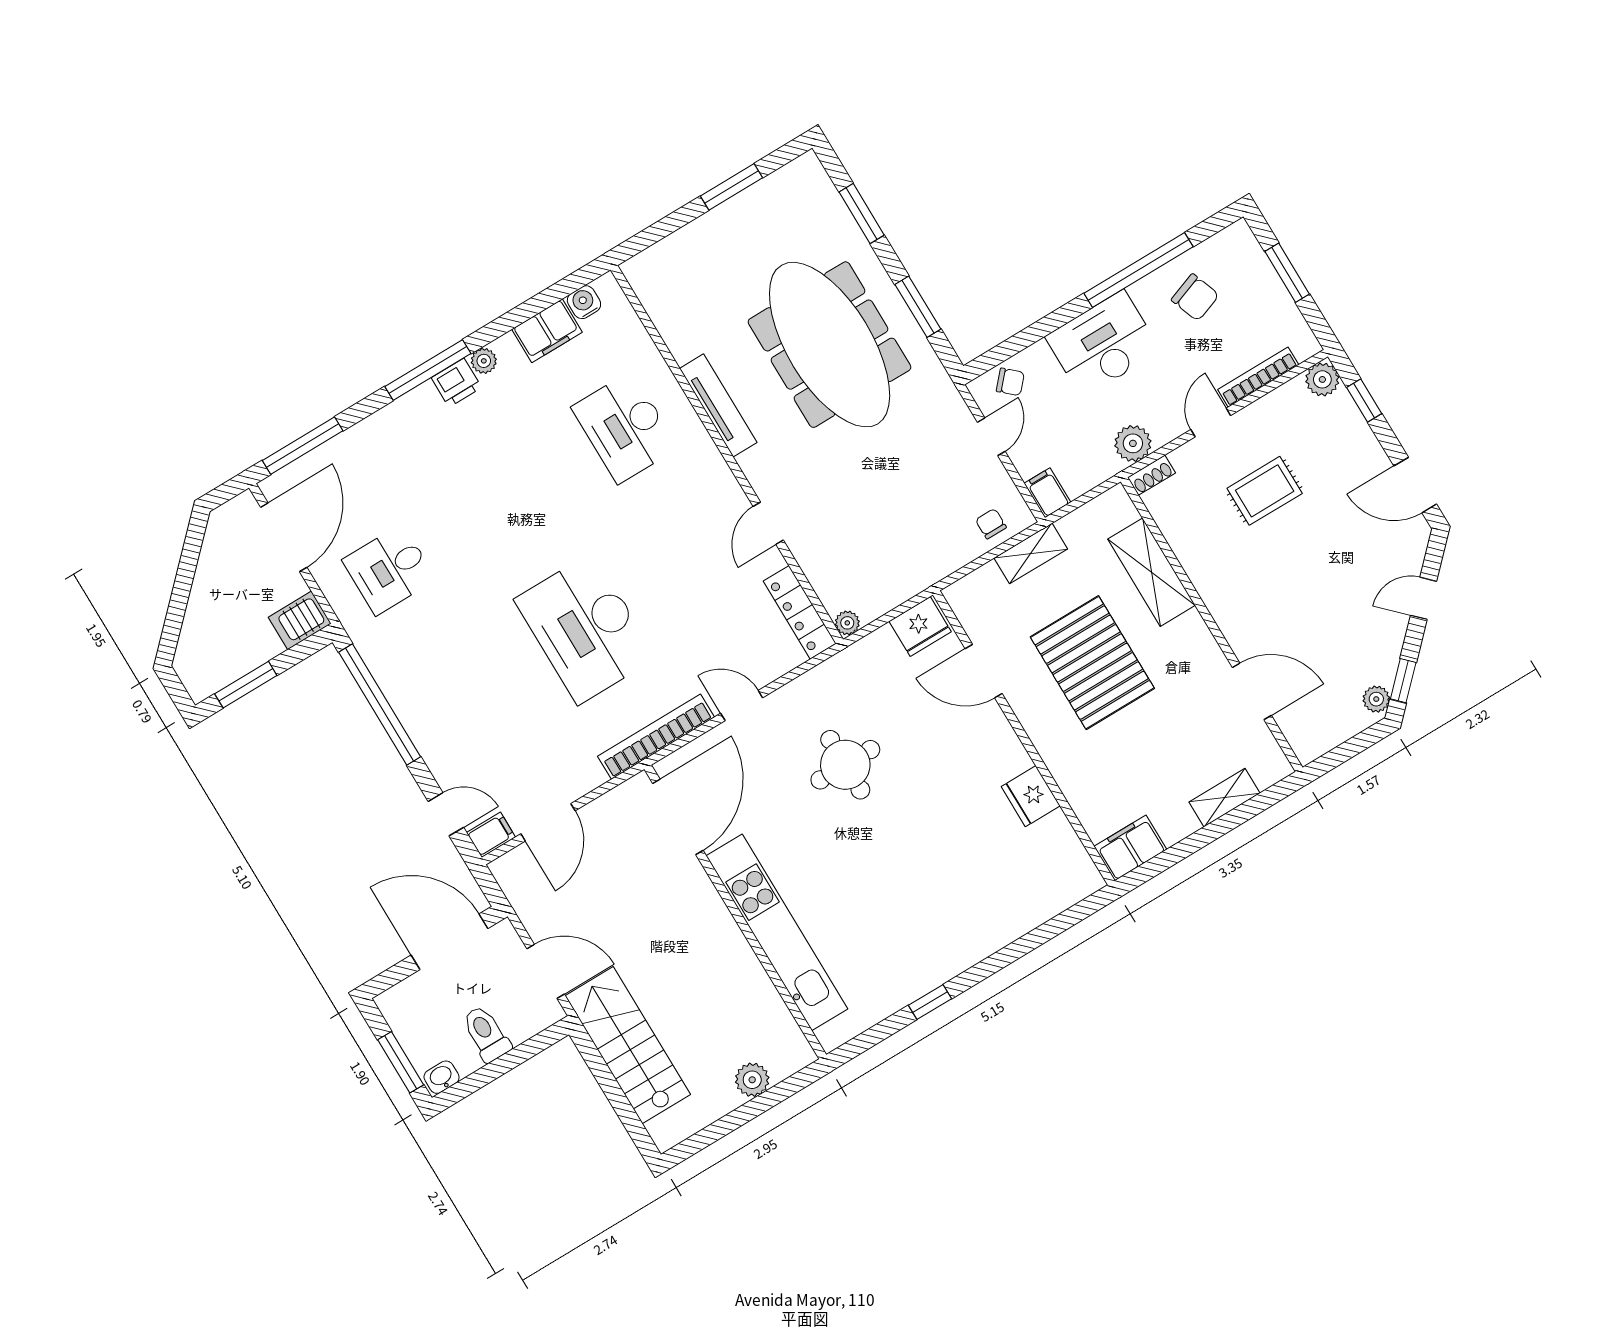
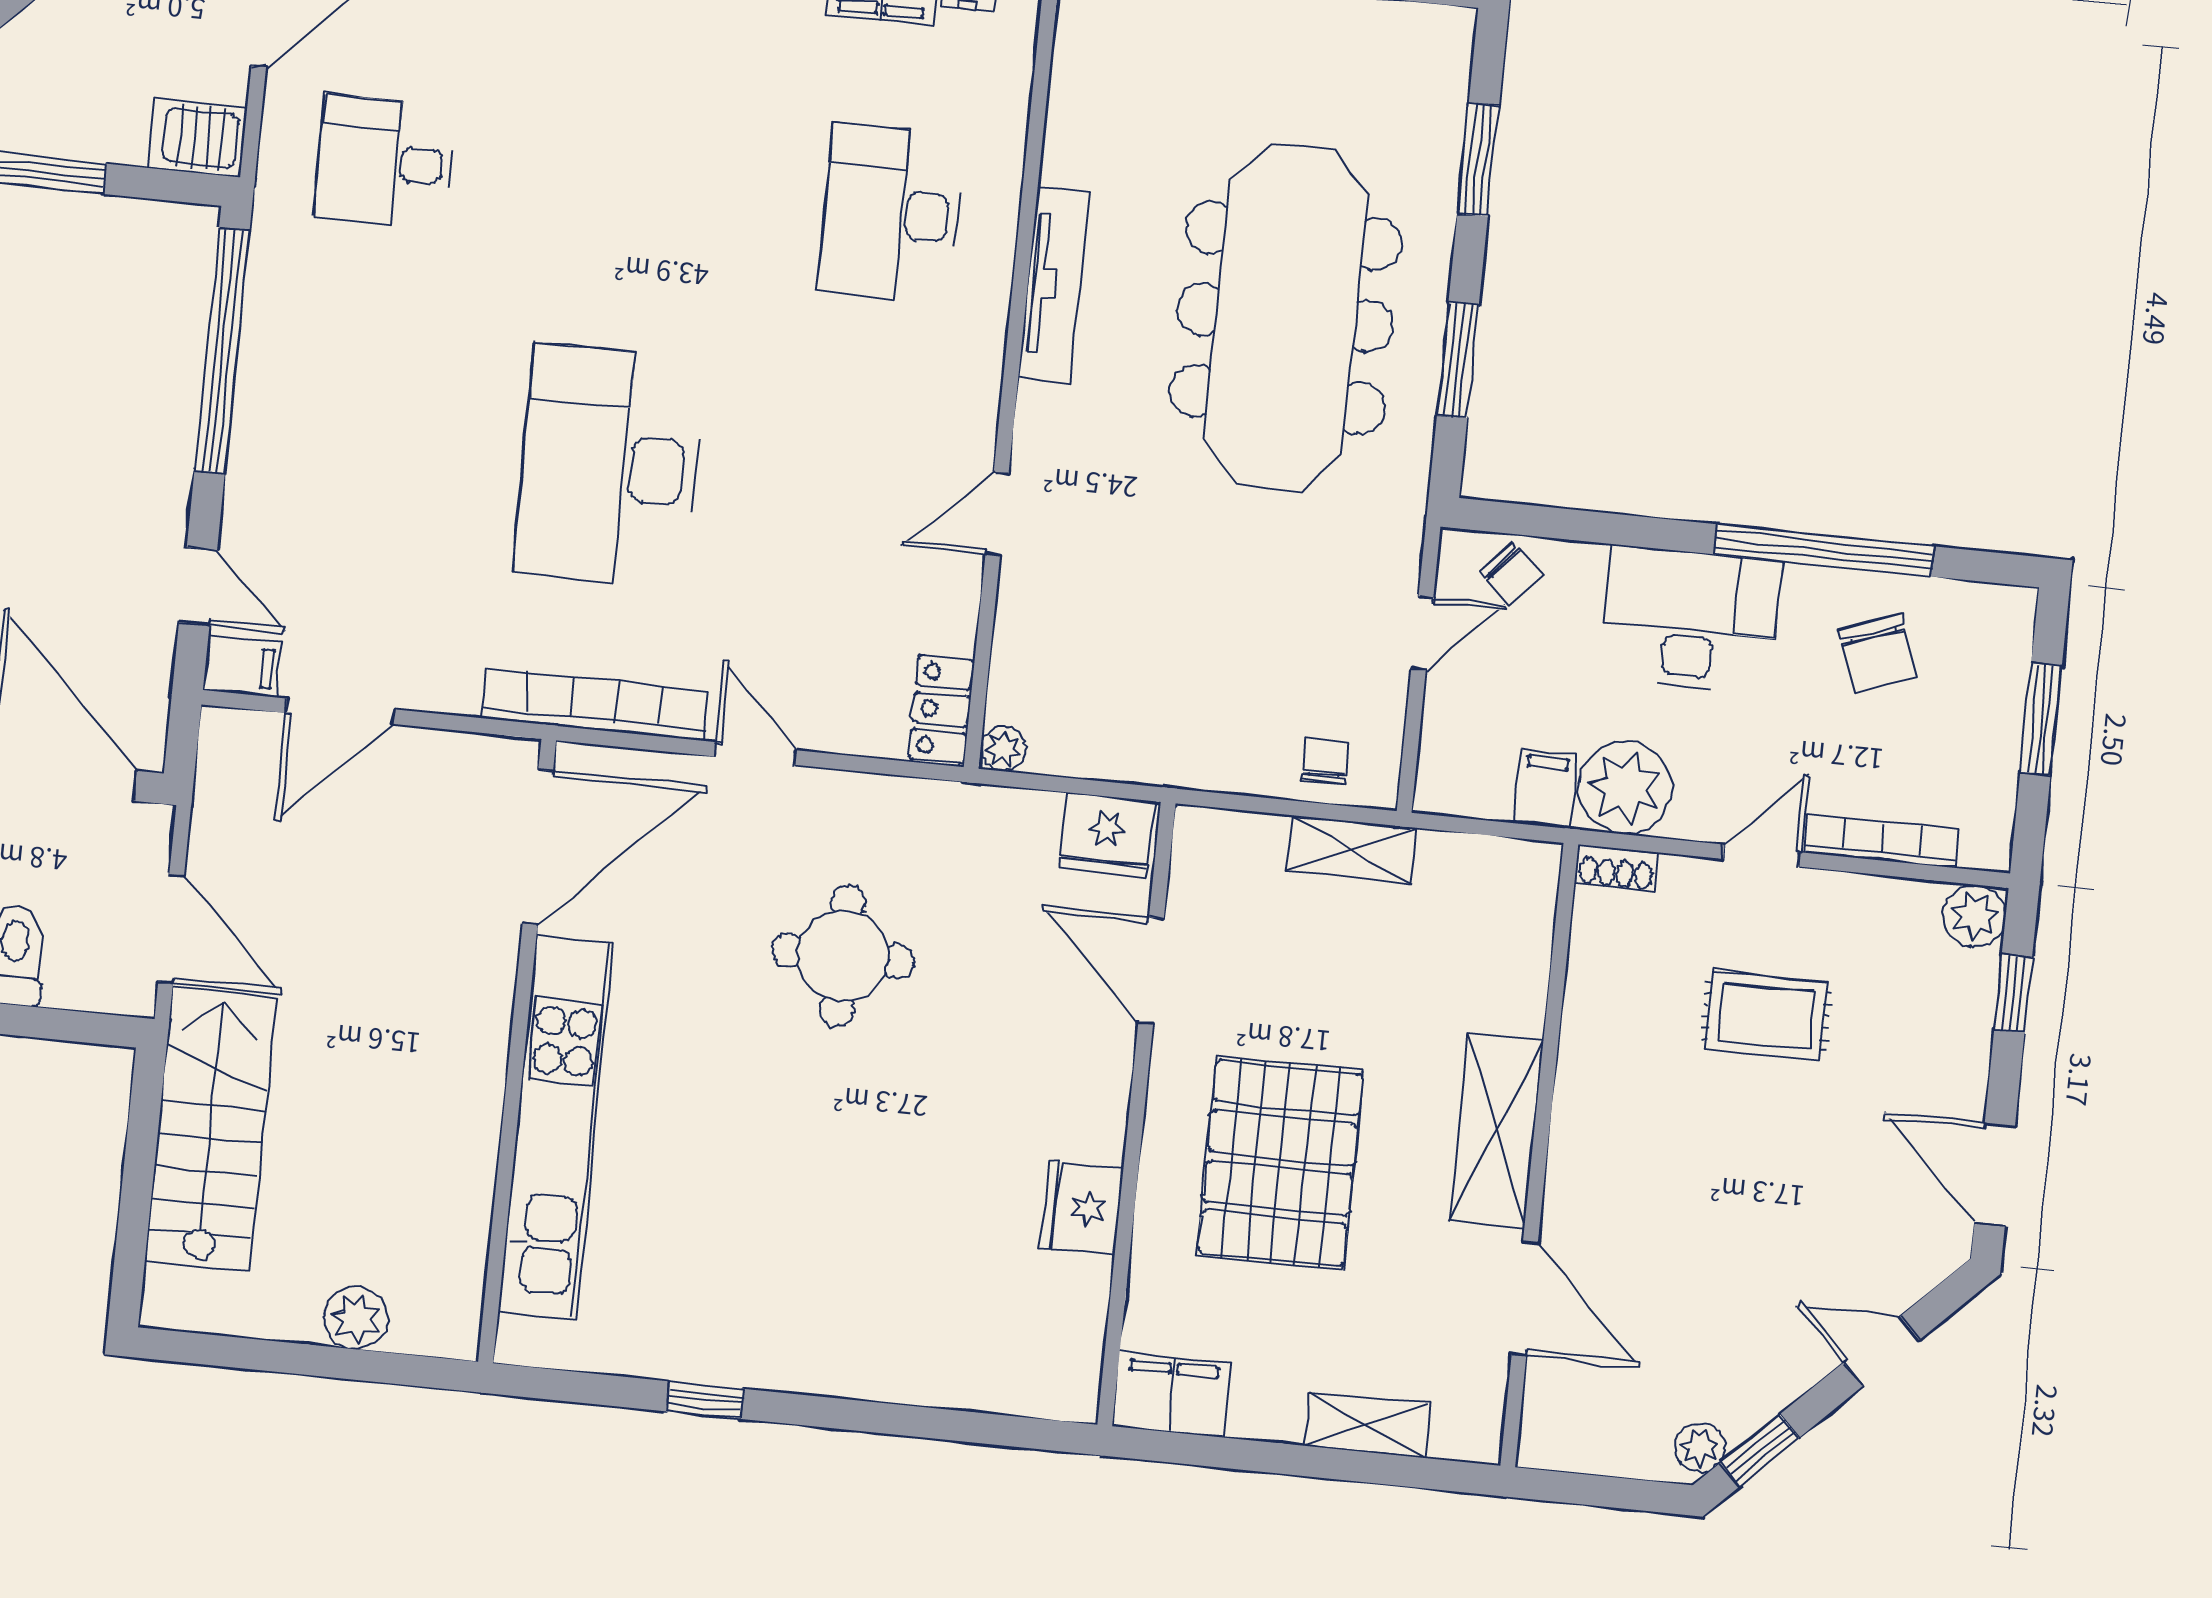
plant: (1133, 443) -> (1625, 788), width x1.36, depth x1.36
filing cabinet: (1047, 493) -> (1545, 789), moved
shelving: (1152, 572) -> (1497, 1130), moved
locker: (800, 612) -> (942, 709), width x0.66
pallet: (1092, 663) -> (1280, 1163), moved

